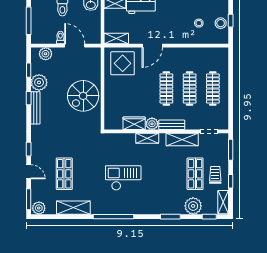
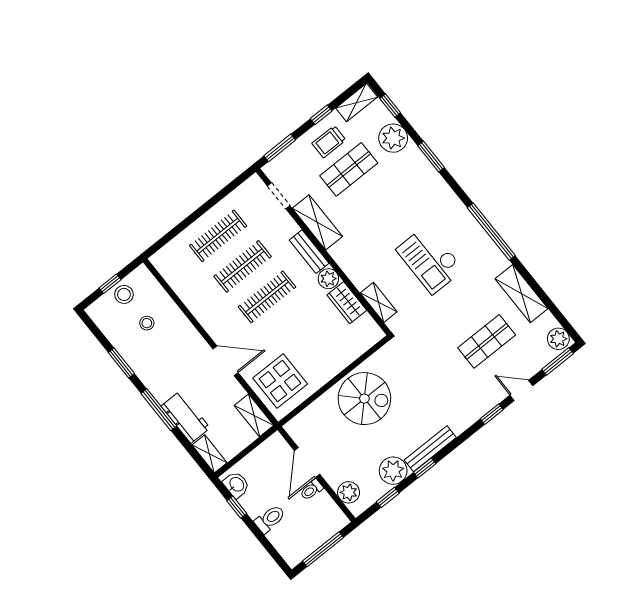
shelving: (147, 138) -> (379, 302), moved
door: (29, 172) -> (521, 390), hinge flipped

